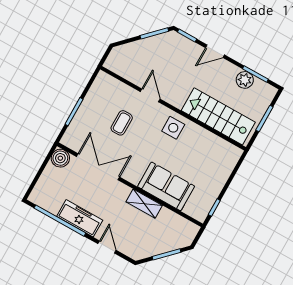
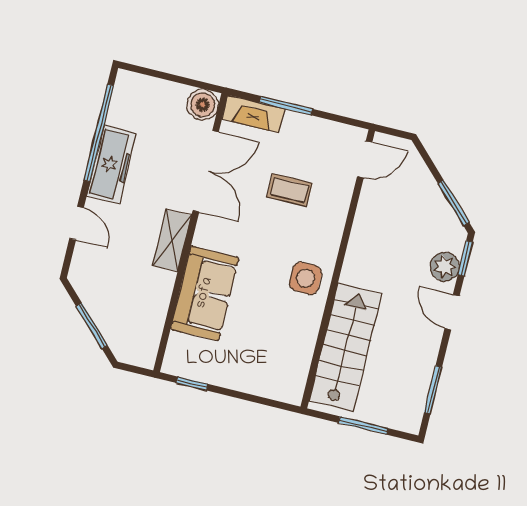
plant: (245, 80) -> (445, 267), moved
door: (150, 95) -> (365, 159), moved
fireplace: (74, 131) -> (253, 114), added
shelving: (144, 204) -> (172, 240), moved
door: (107, 247) -> (77, 223), hinge flipped

